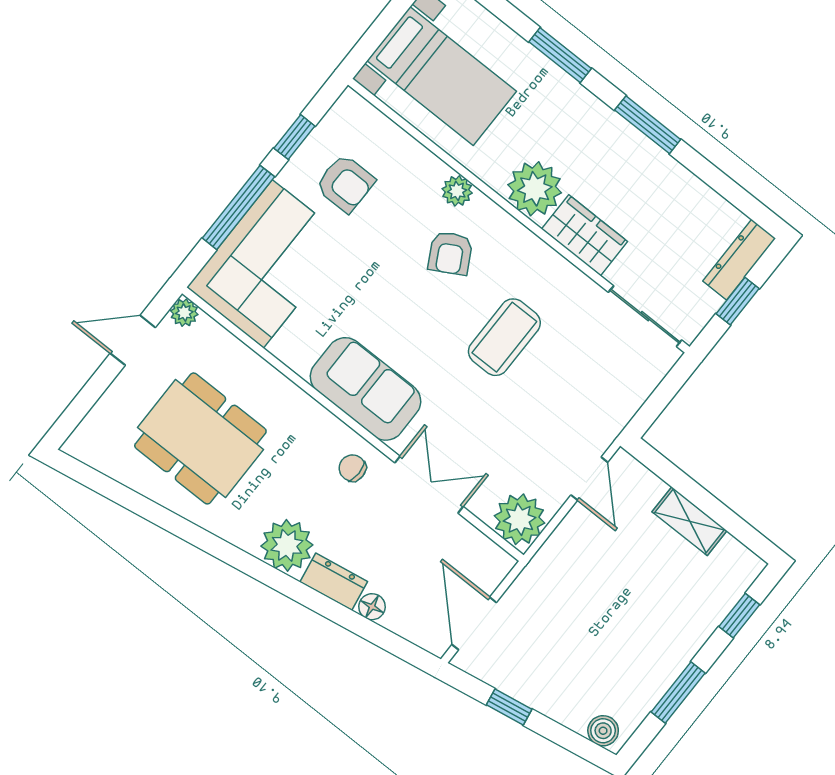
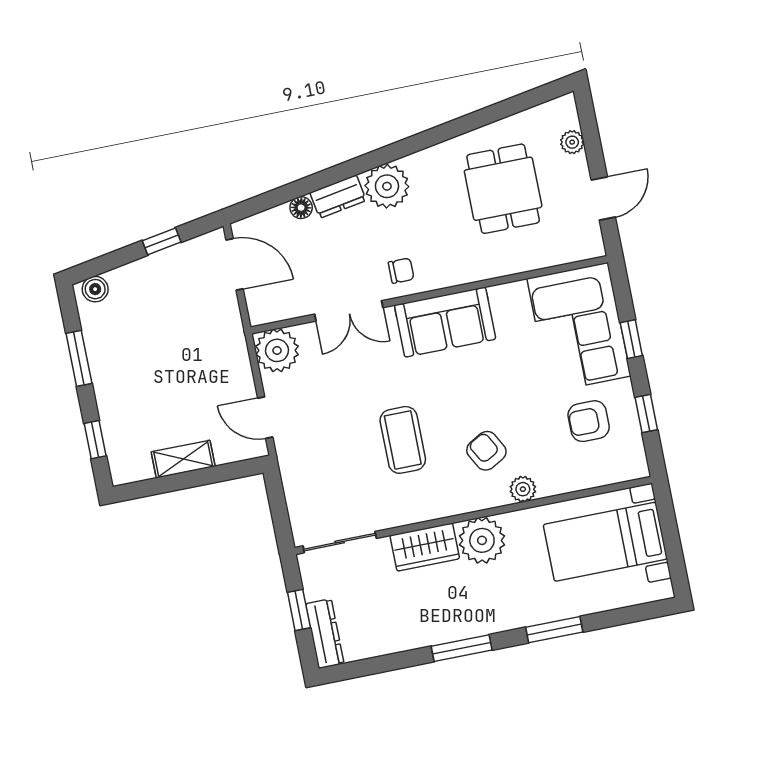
window: (238, 207) -> (631, 339), width x0.46
plant: (184, 313) -> (572, 142), moved
dining table: (200, 438) -> (503, 189), width x0.73

